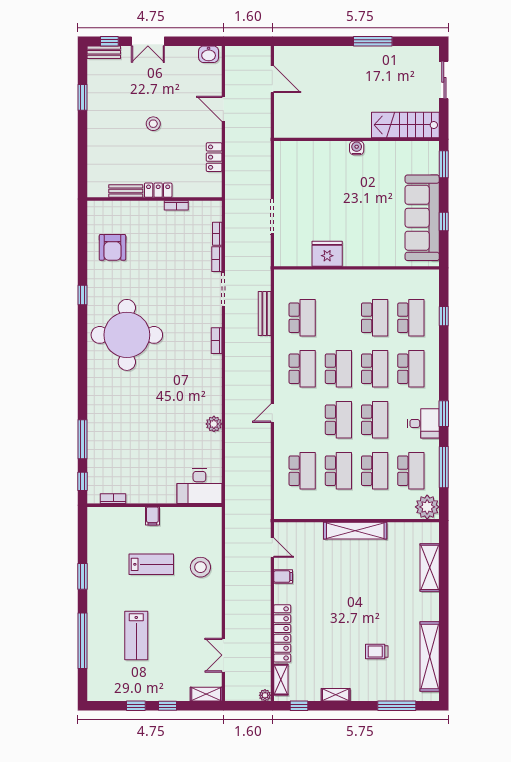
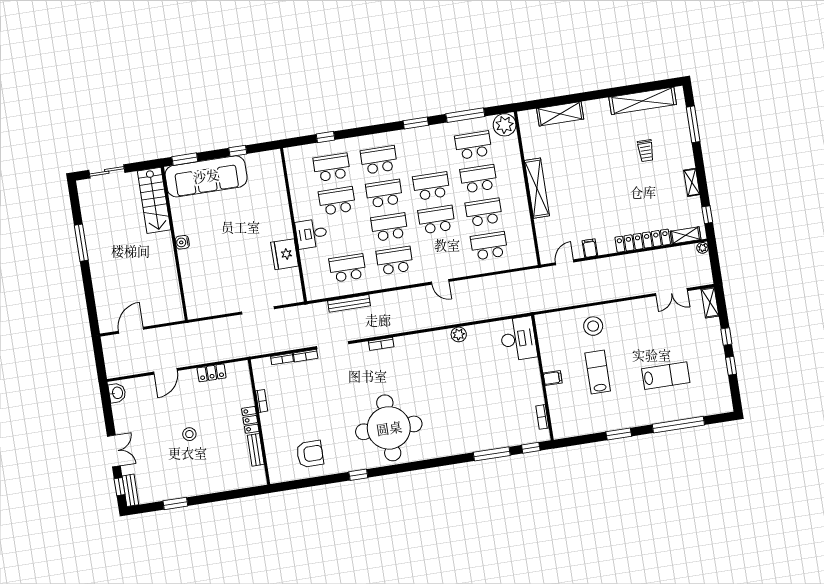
sofa: (422, 218) -> (206, 176), moved
desk: (423, 423) -> (311, 234), moved, turned -90

